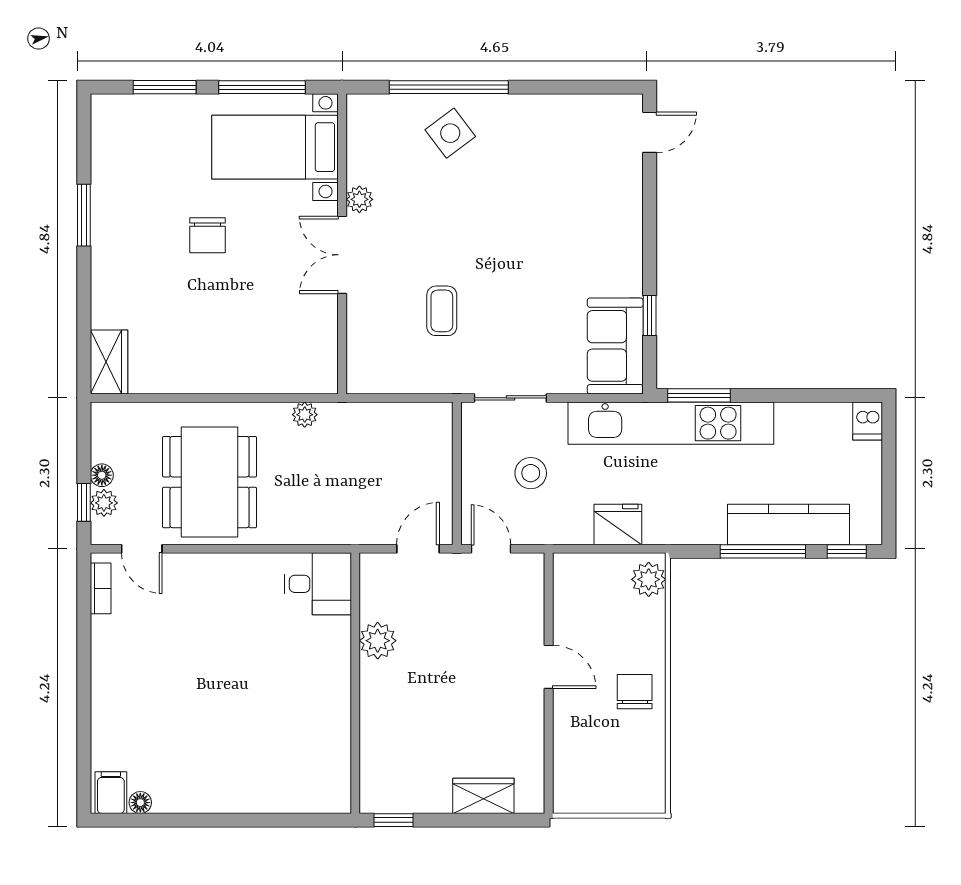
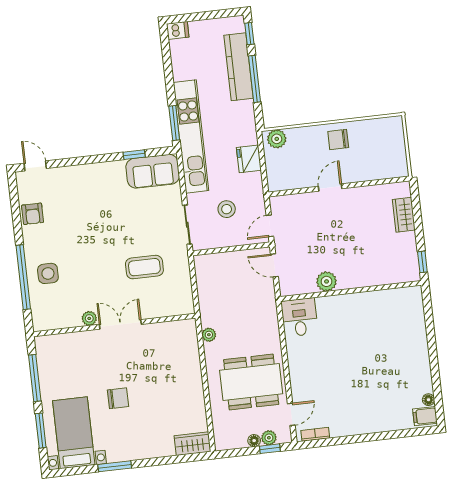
armchair: (562, 118) -> (33, 214), added
side table: (450, 133) -> (48, 273), turned 37
bed with nightstands: (275, 147) -> (74, 433), moved, turned 180
double door: (342, 255) -> (120, 324), swing flipped
coffee table: (442, 311) -> (144, 267), width x1.36, depth x1.30

